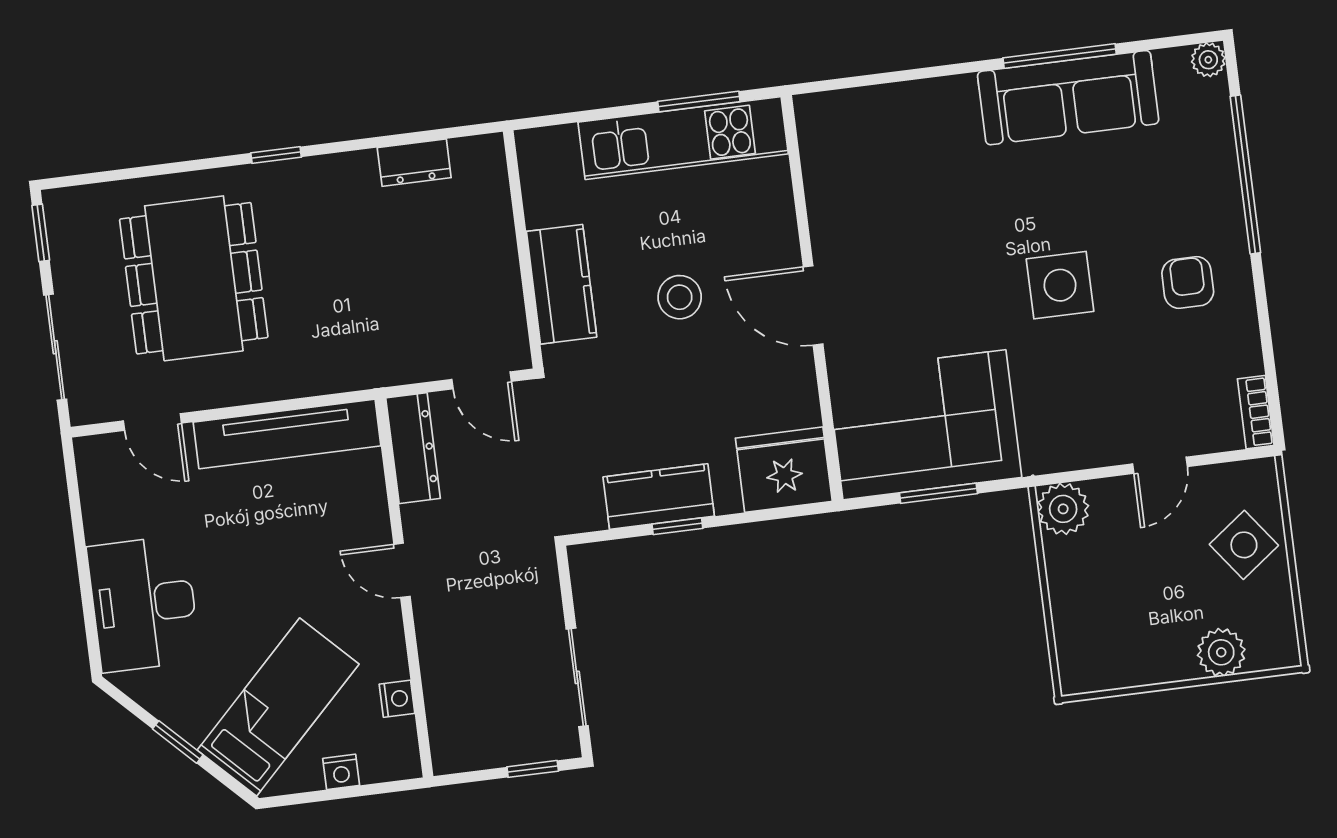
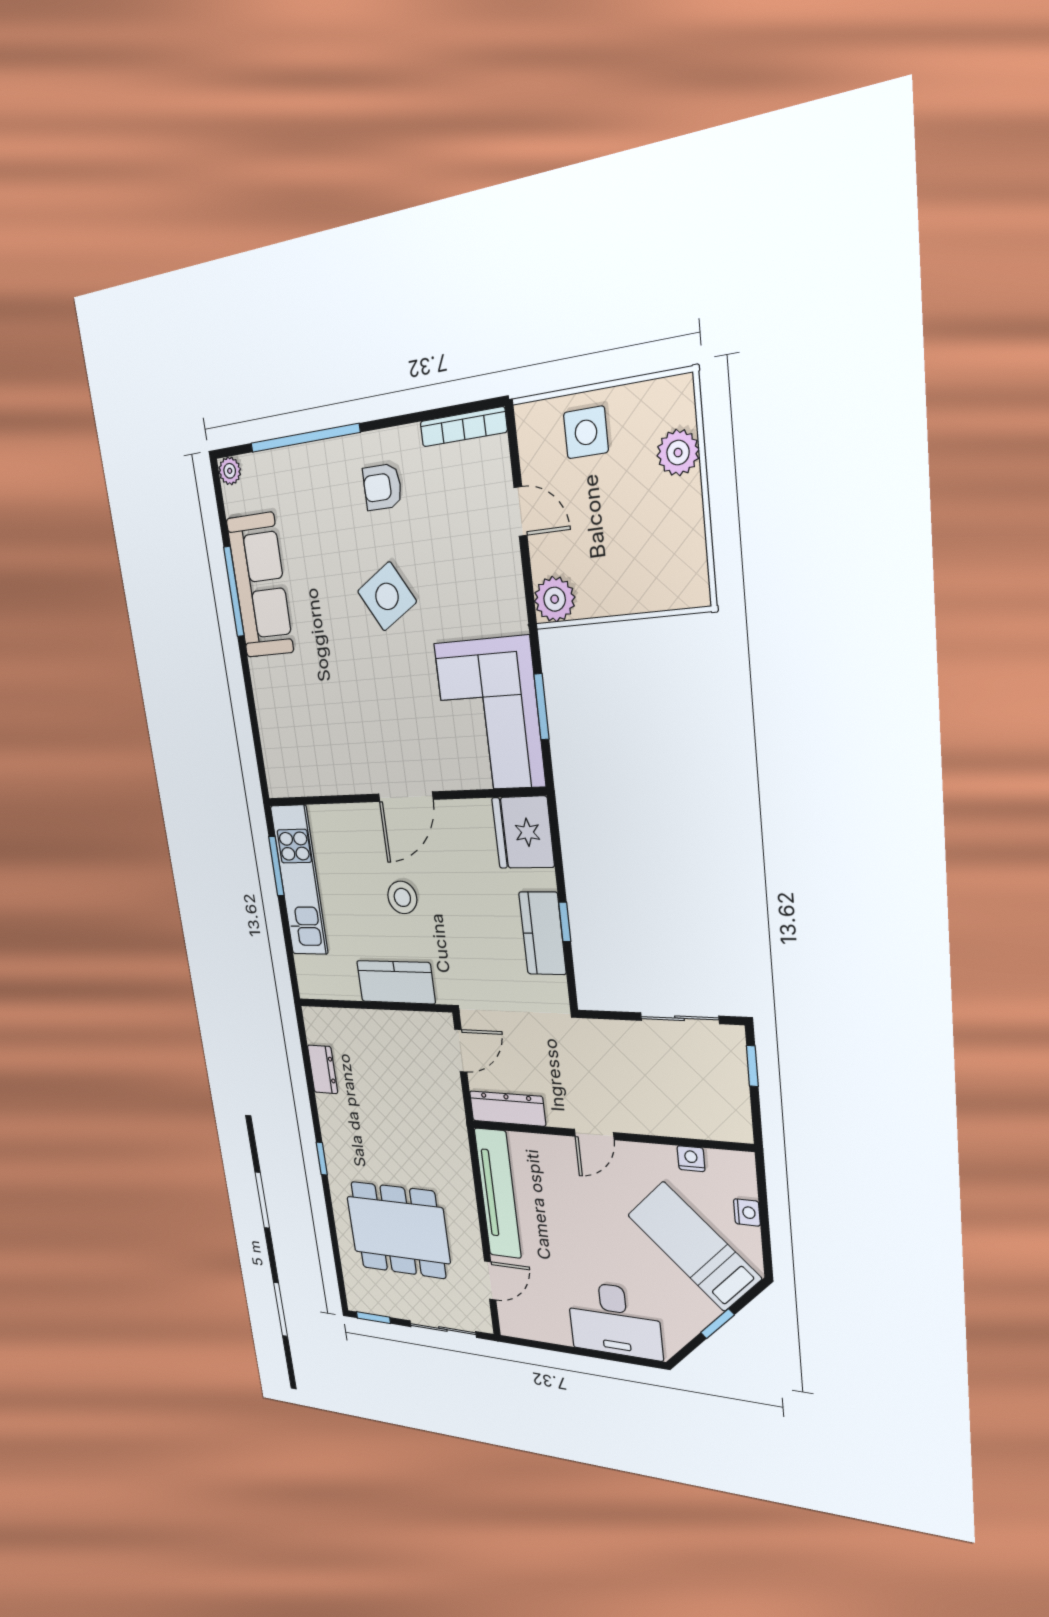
side table: (1060, 285) -> (387, 596), turned -31
bookcase: (1256, 412) -> (463, 427), width x1.56
side table: (1244, 545) -> (586, 432), turned 37

